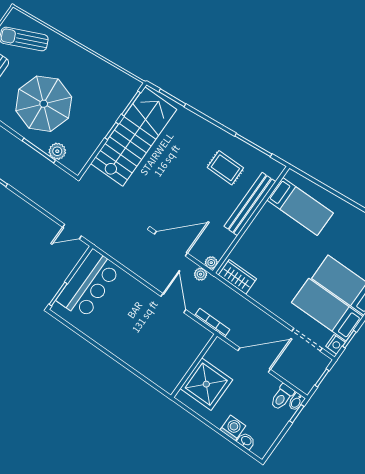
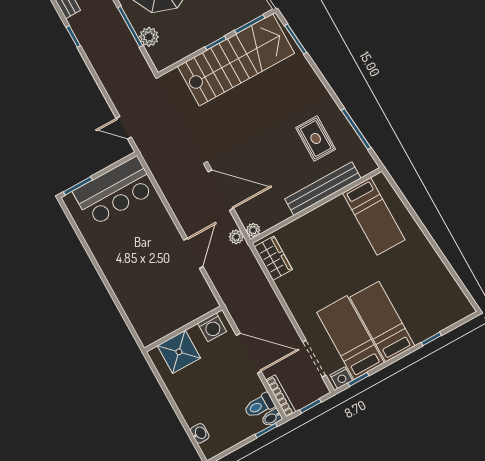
bookcase: (212, 323) -> (281, 396), moved
shower: (206, 384) -> (179, 352), width x0.73, depth x0.73
washing machine: (233, 428) -> (212, 327), moved, turned 90

